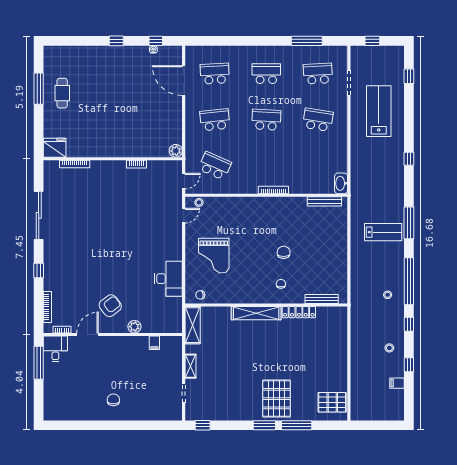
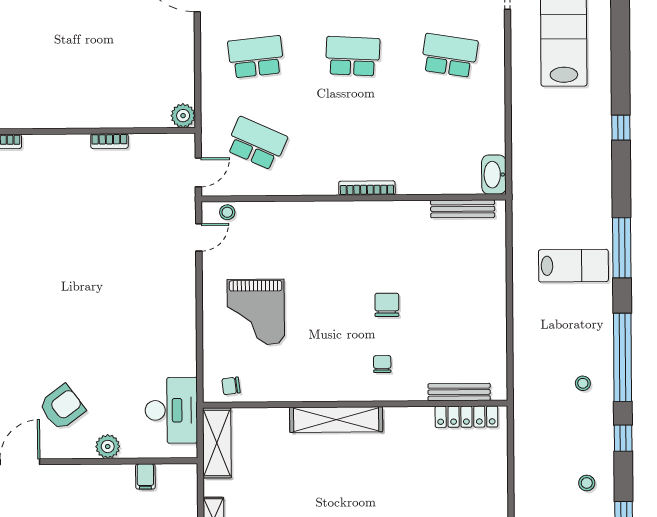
desk: (168, 279) -> (171, 410), moved
locker: (299, 312) -> (466, 417), moved

